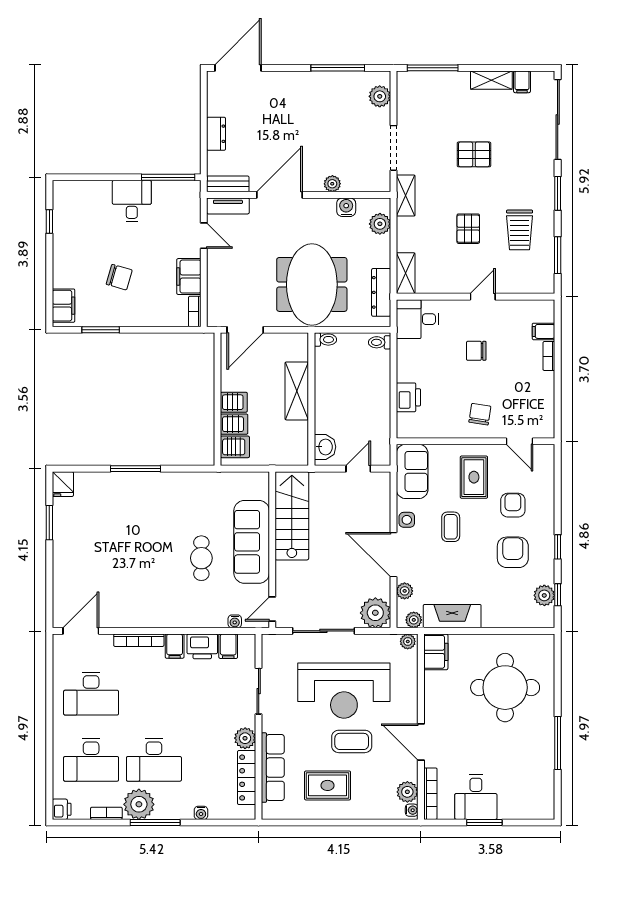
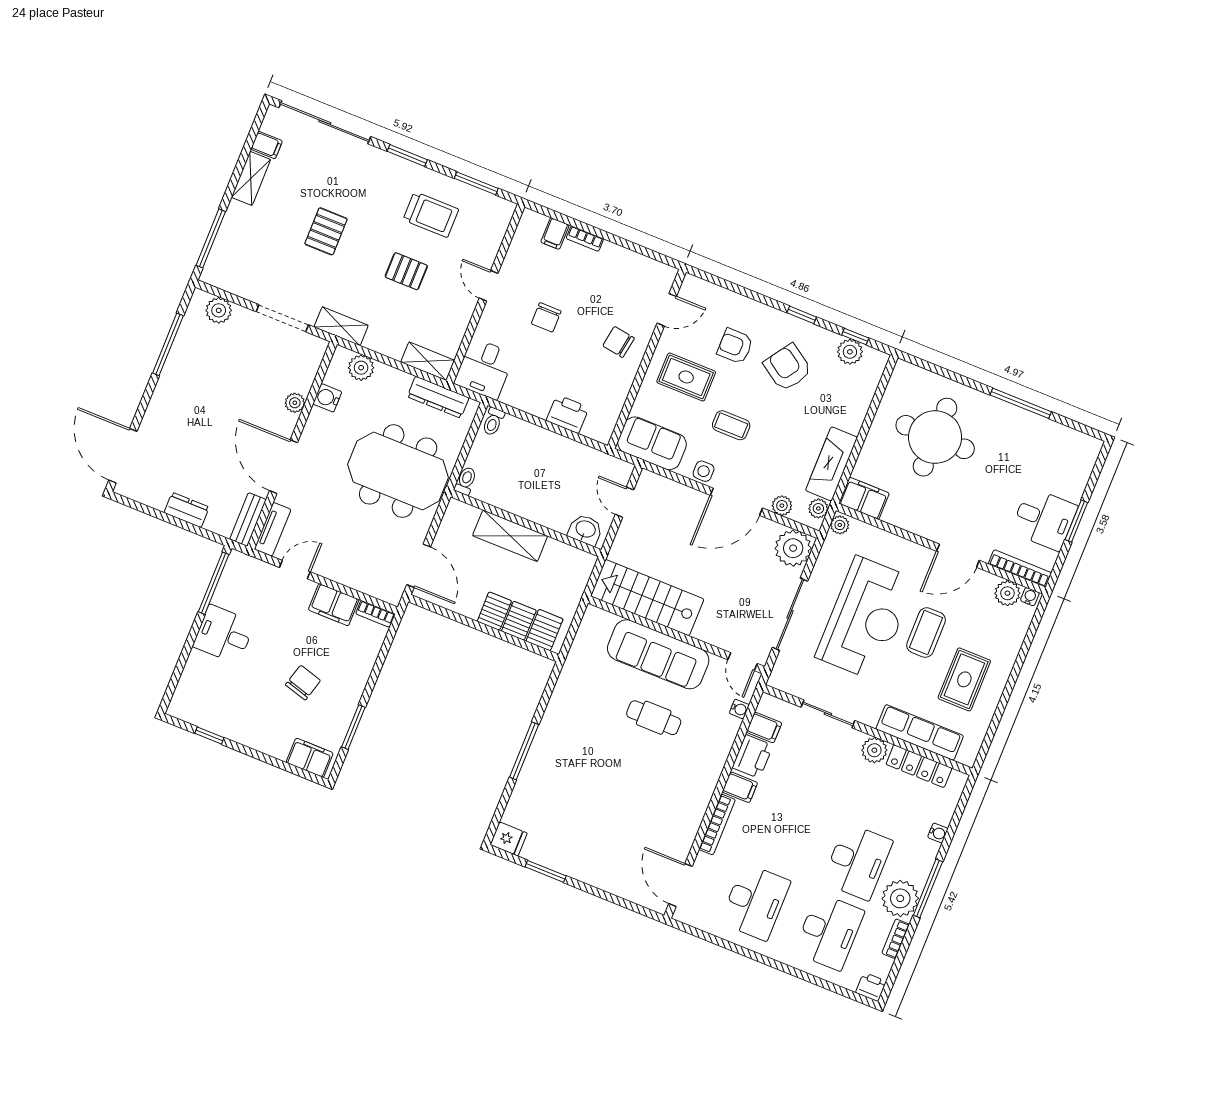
armchair: (513, 552) -> (788, 367), turned 34

